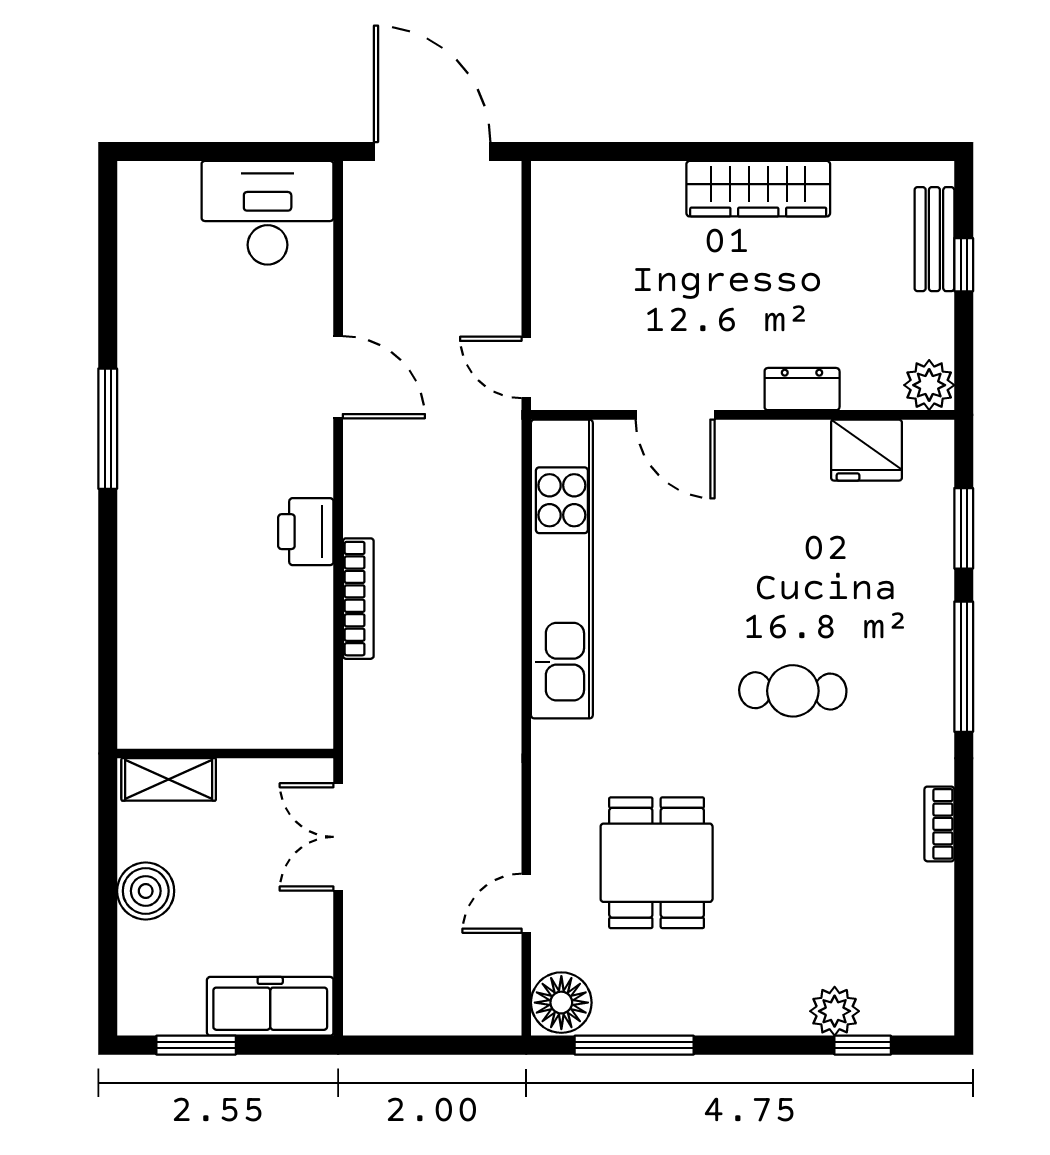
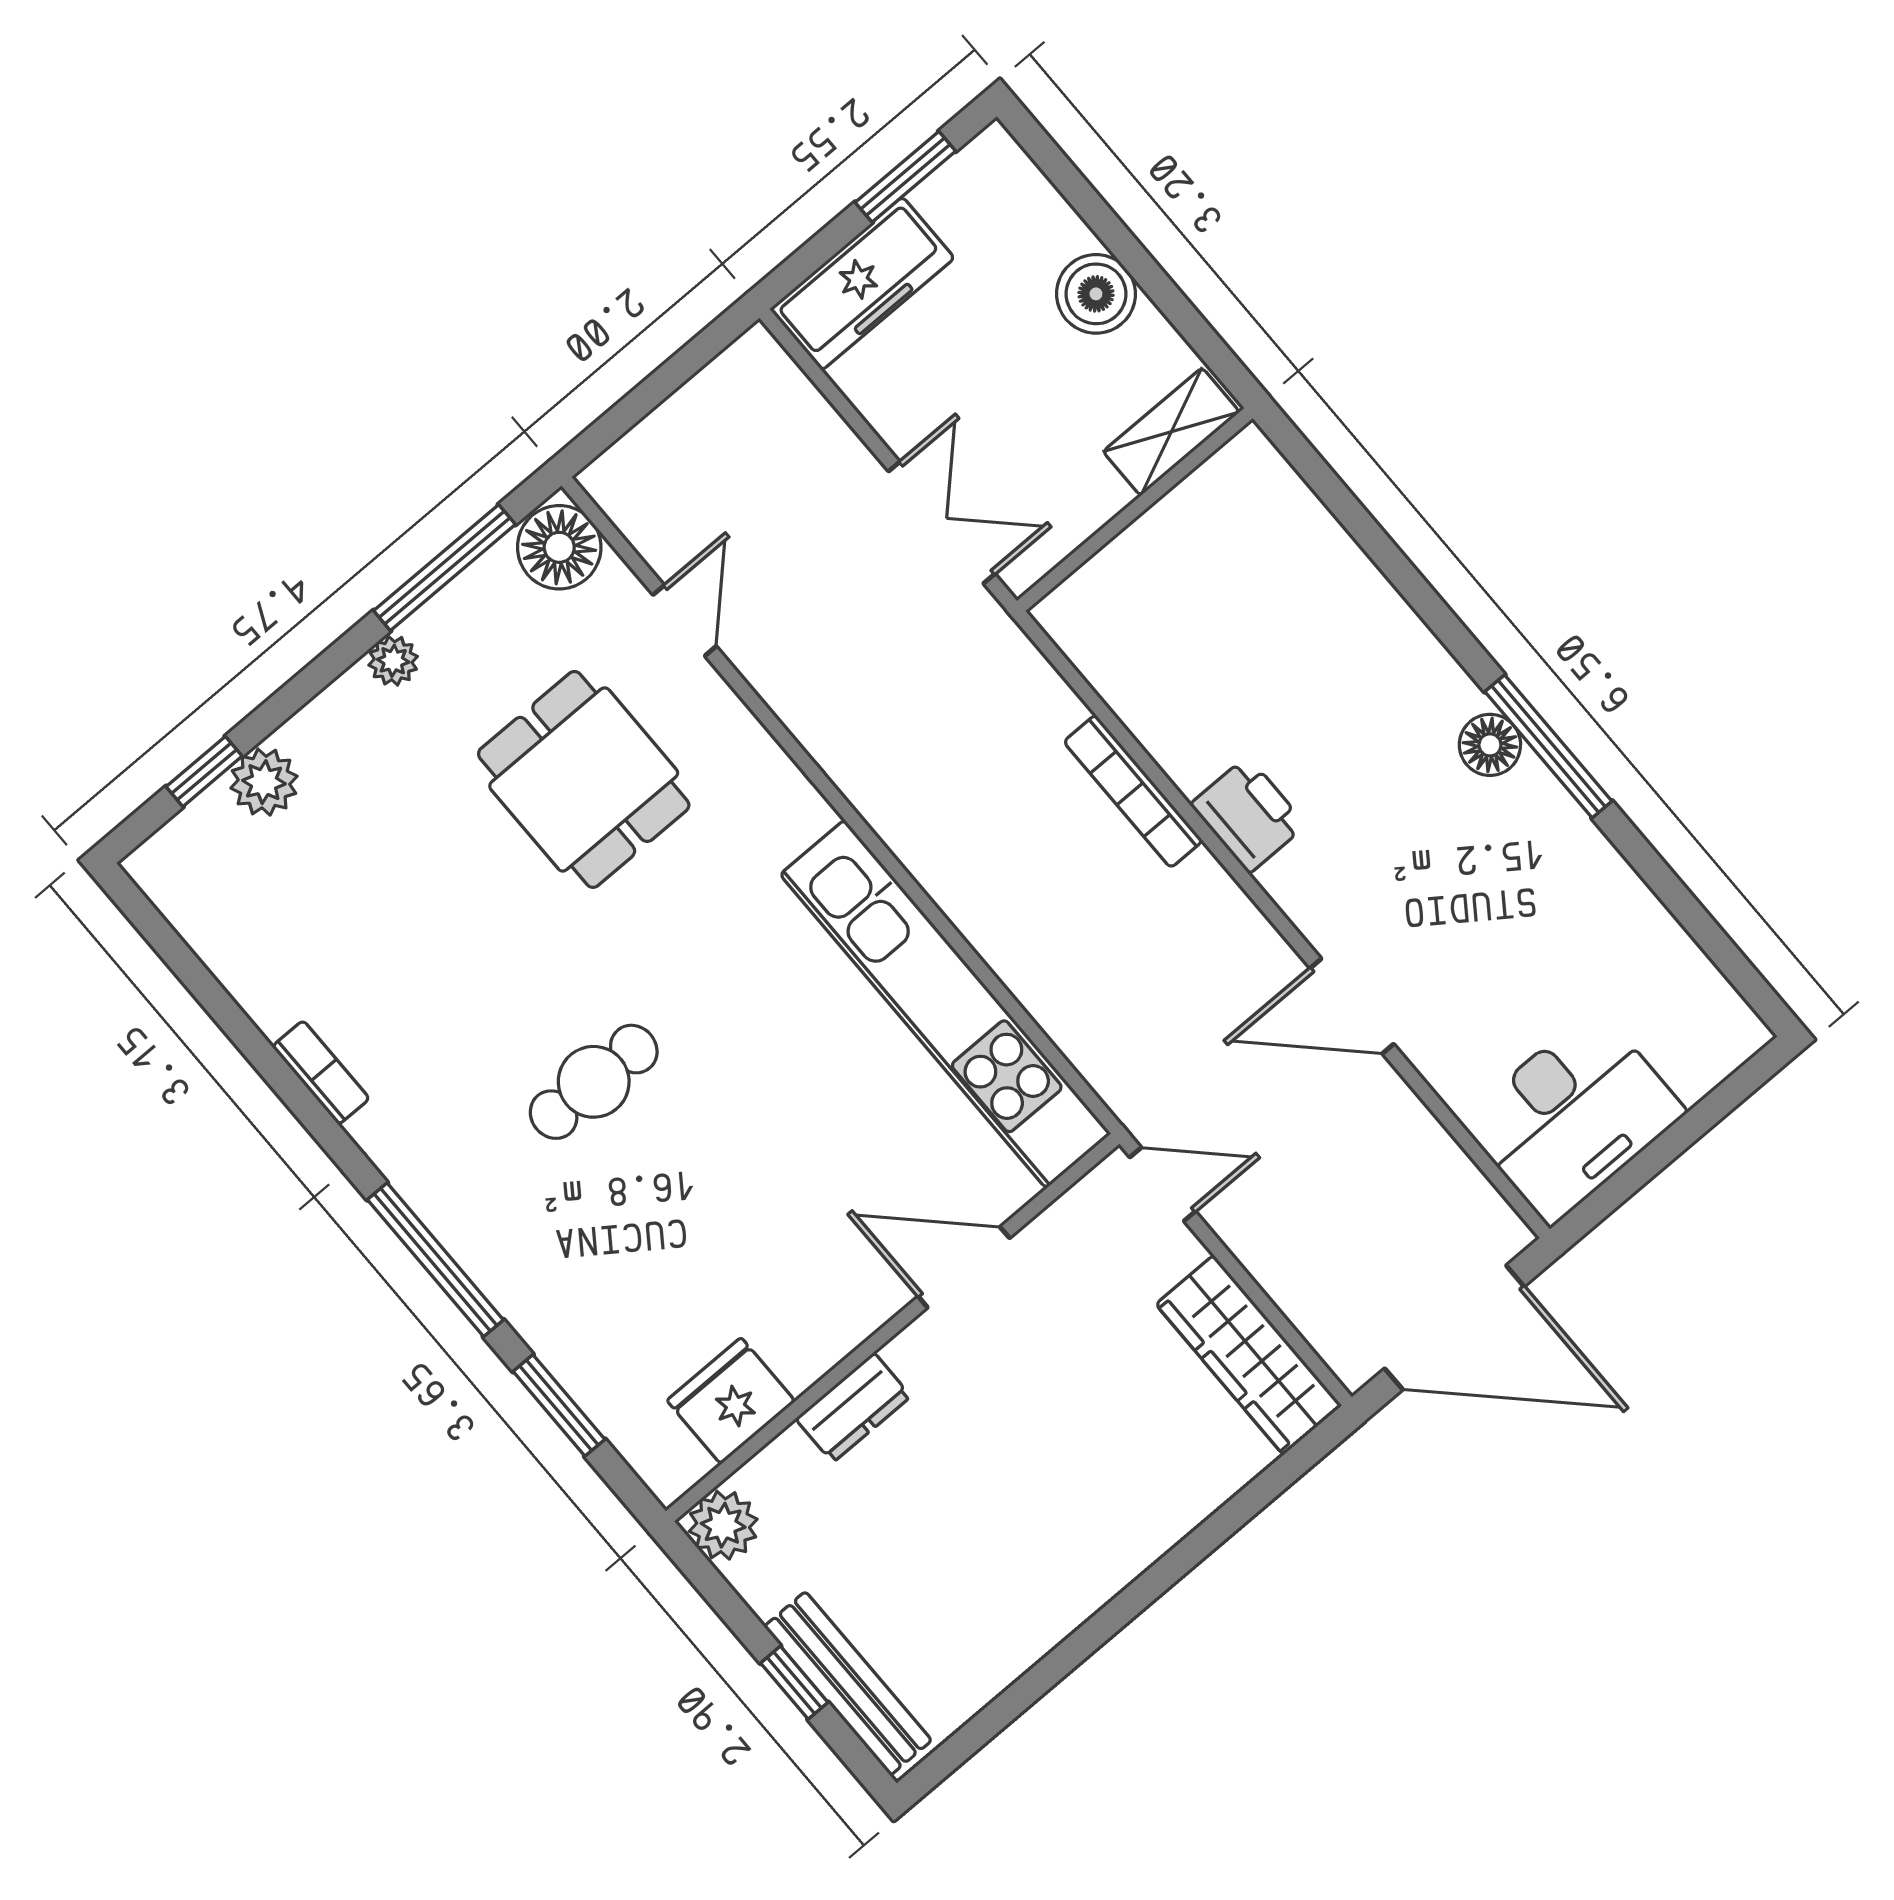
wardrobe: (758, 189) -> (1249, 1355), moved, turned -90
bench: (934, 239) -> (848, 1683), width x1.36
floor lamp: (139, 457) -> (1490, 745), added
plant: (706, 1018) -> (393, 661), added

